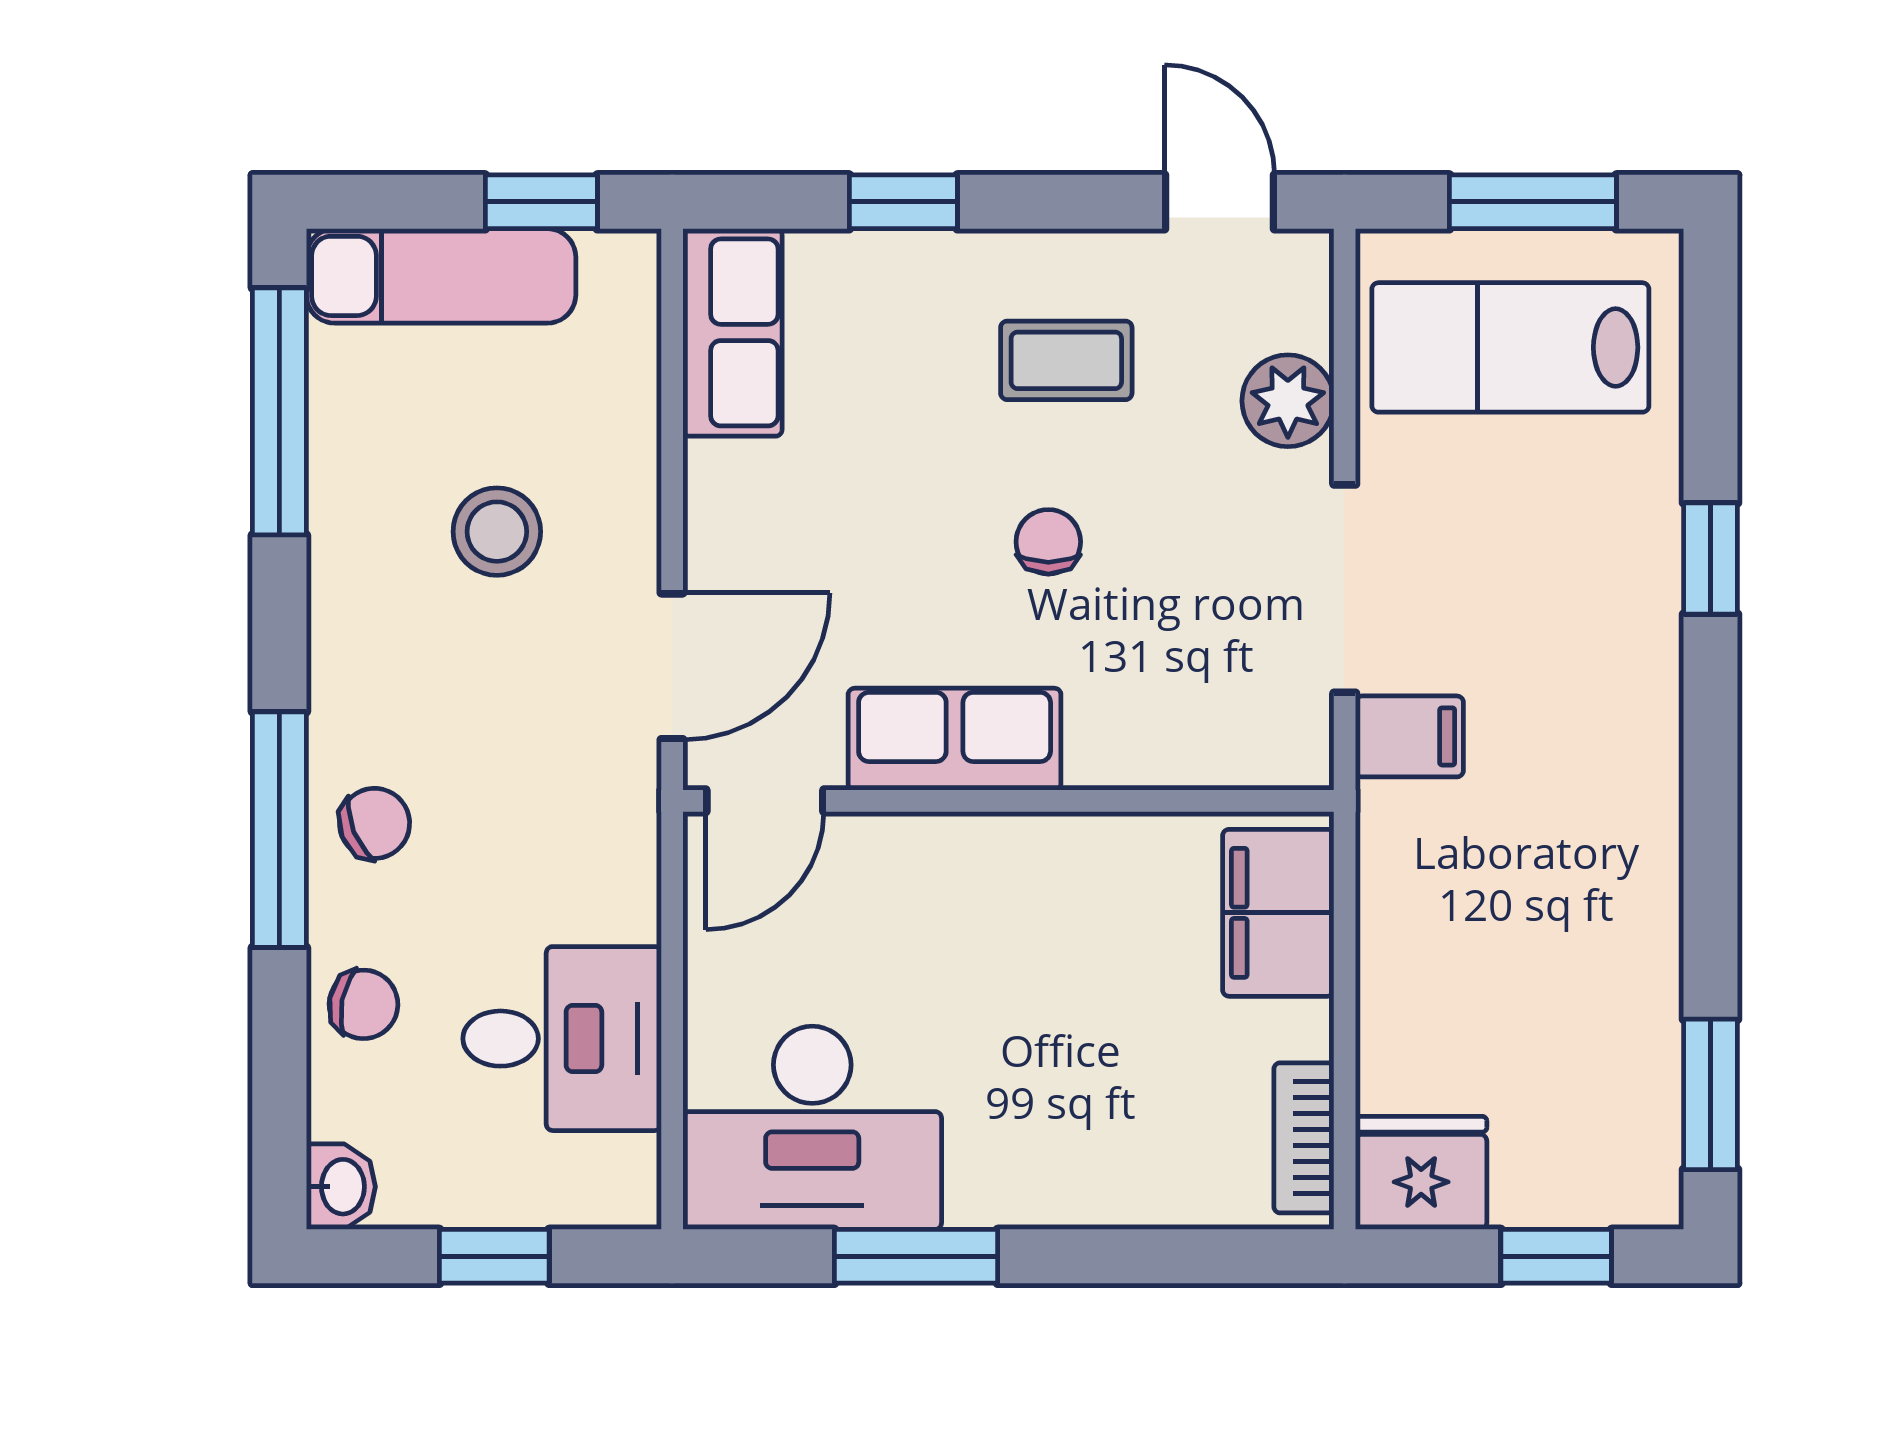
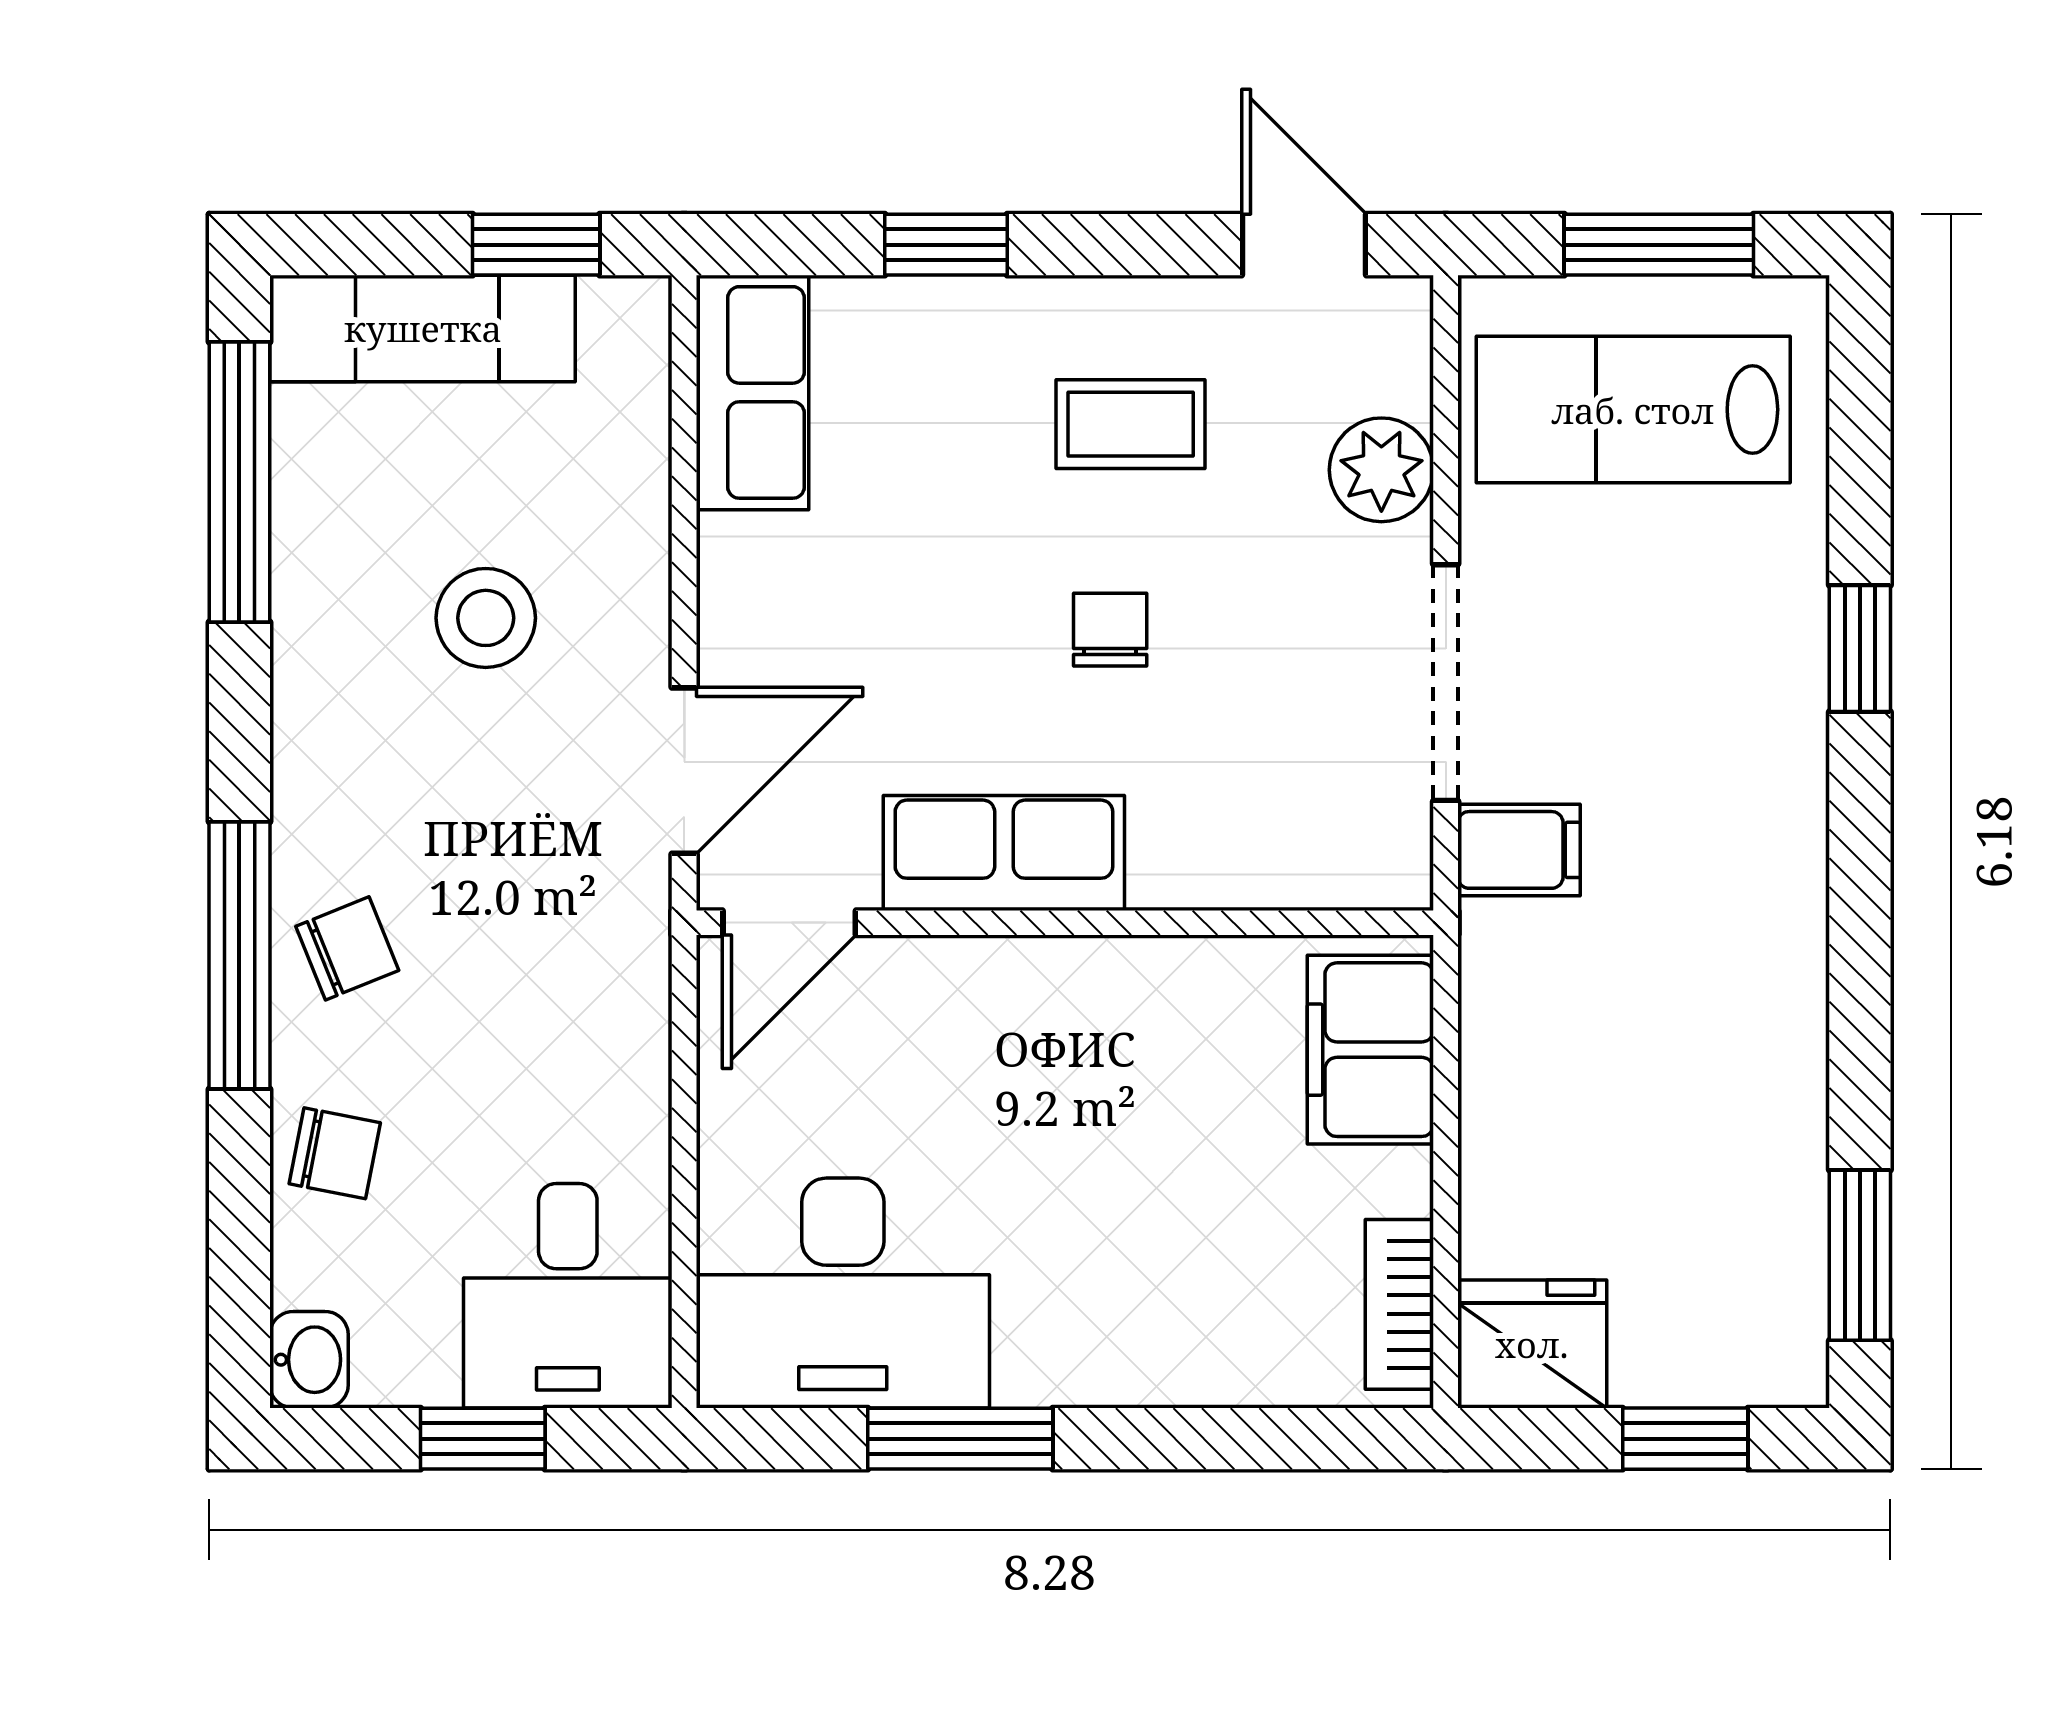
desk: (562, 1039) -> (568, 1296), moved, turned 90

